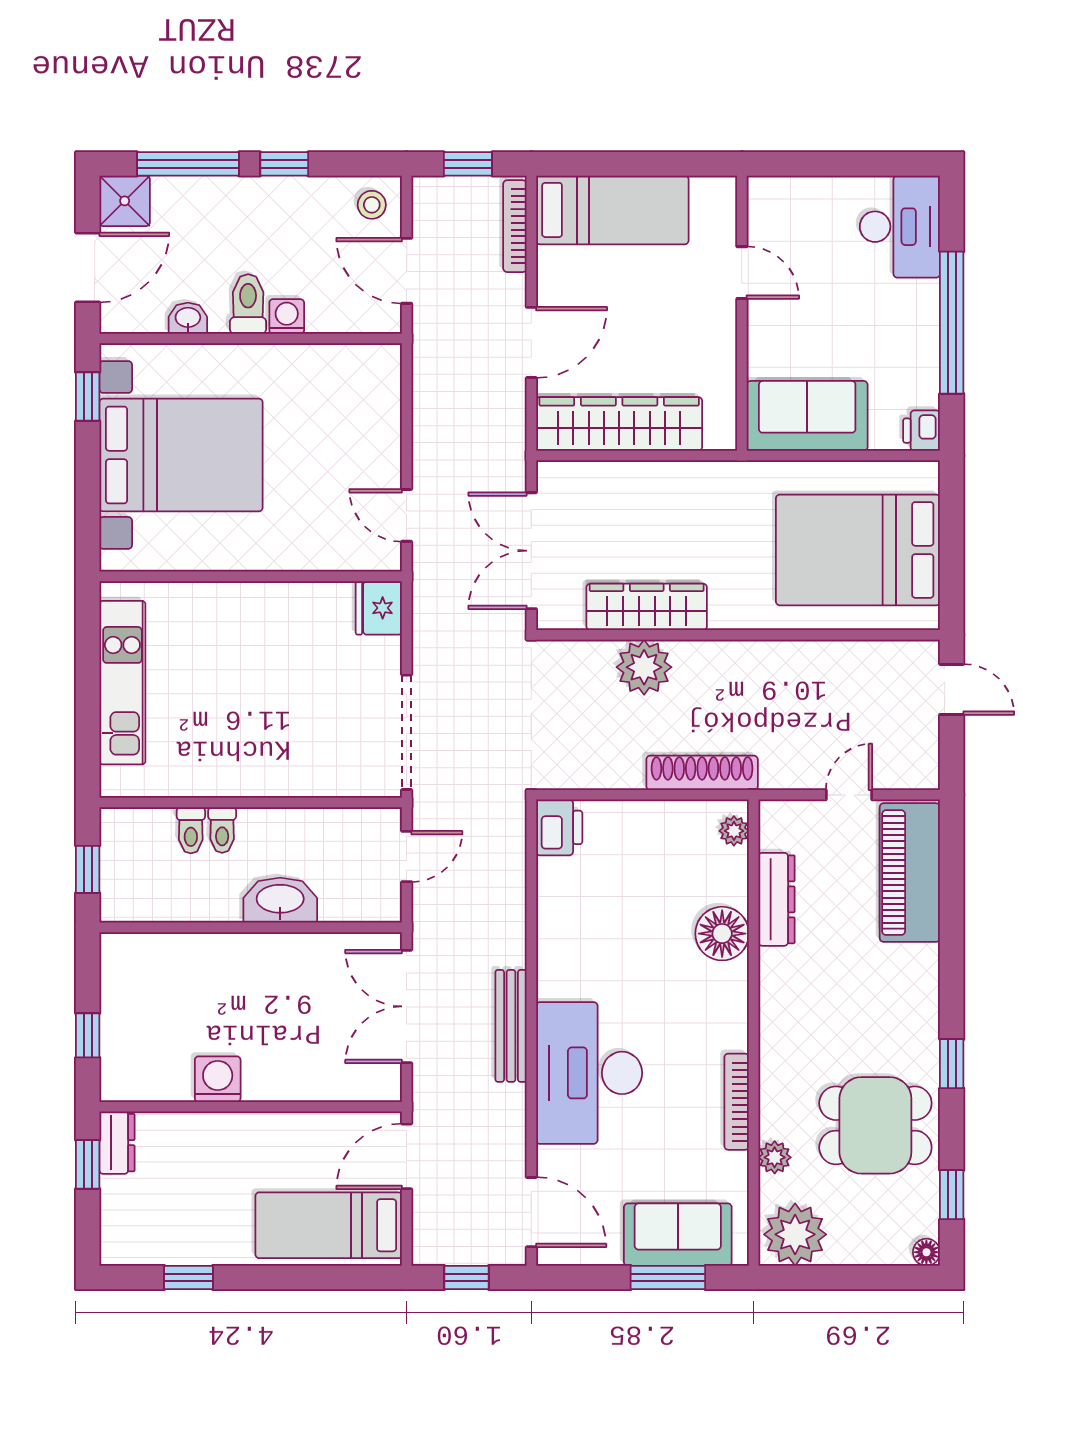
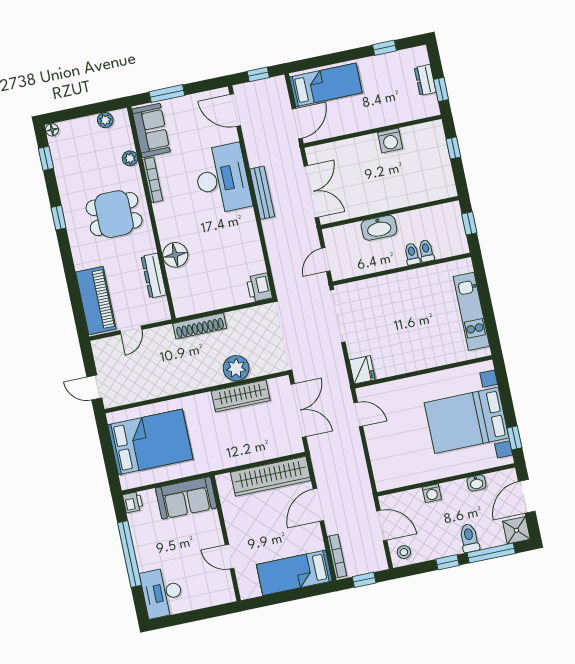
toilet: (248, 304) -> (469, 538), moved, turned 180
plant: (734, 831) -> (180, 303), removed
dining table: (875, 1125) -> (114, 214), moved
dresser: (117, 1143) -> (425, 80), moved
plant: (795, 1234) -> (105, 120), width x0.53, depth x0.53
sofa: (678, 1235) -> (151, 130), moved, turned -90

